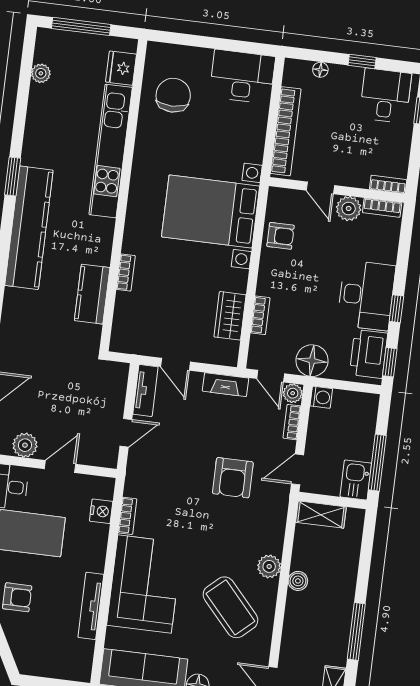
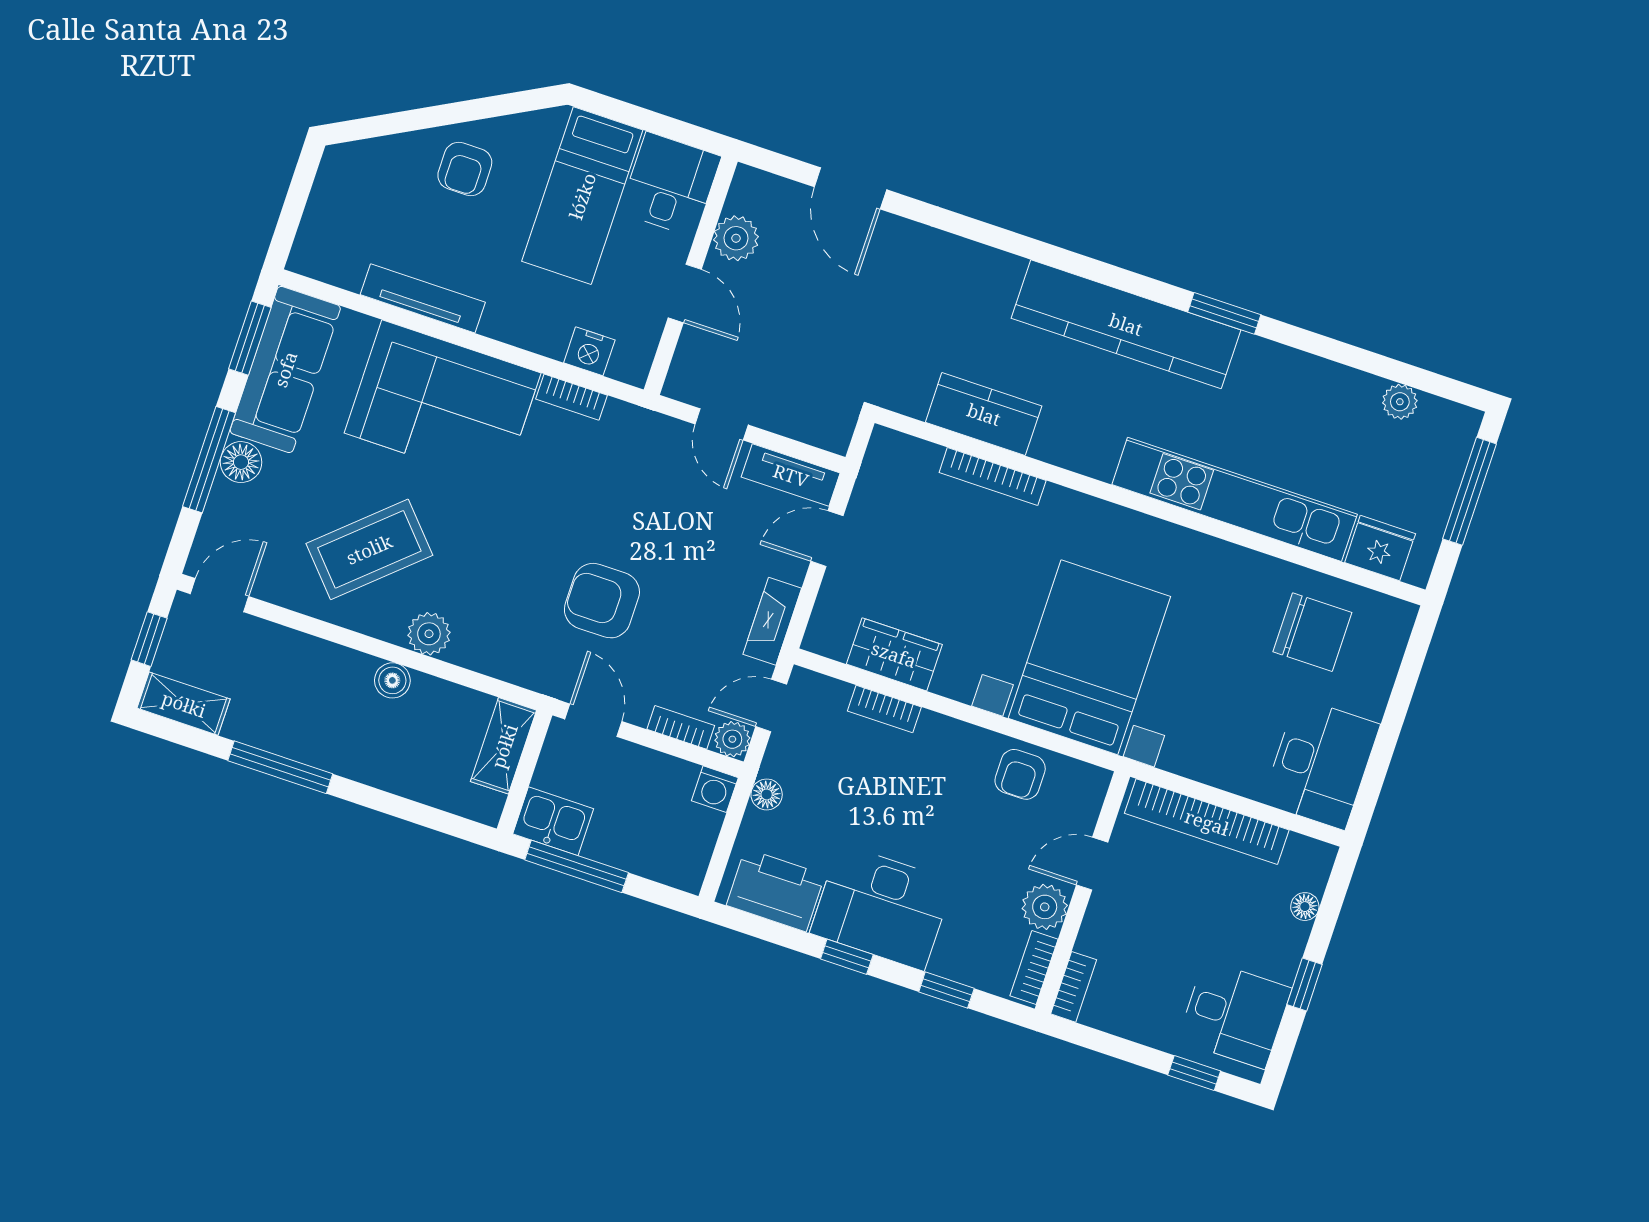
bookcase: (126, 273) -> (993, 476), width x1.56
floor lamp: (312, 361) -> (767, 794), width x0.53, depth x0.53
window: (390, 362) -> (946, 990), moved

